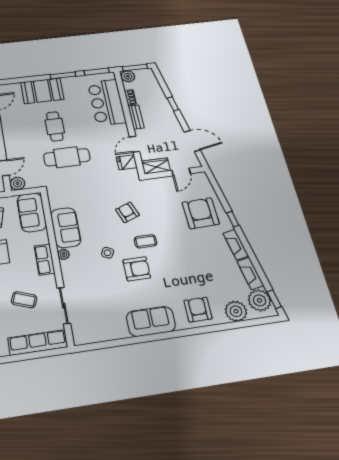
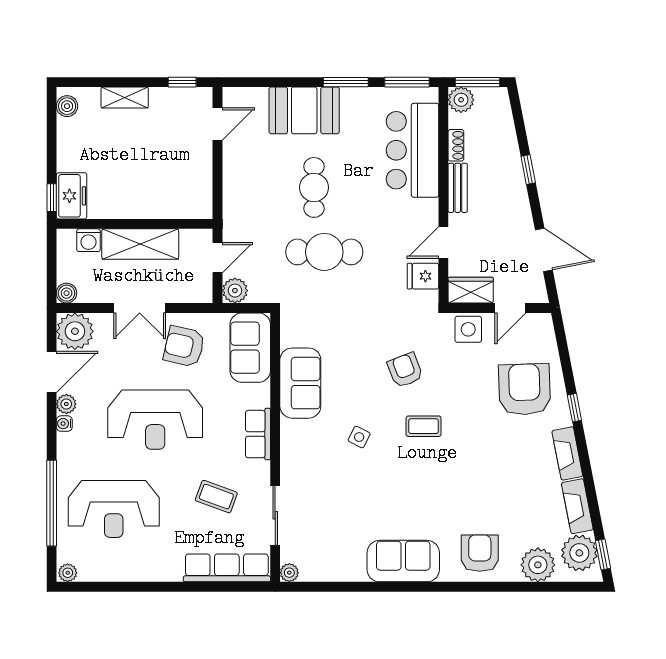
side table: (159, 186) -> (468, 329), added
plant: (64, 254) -> (289, 573), moved
armchair: (137, 269) -> (400, 471), removed

